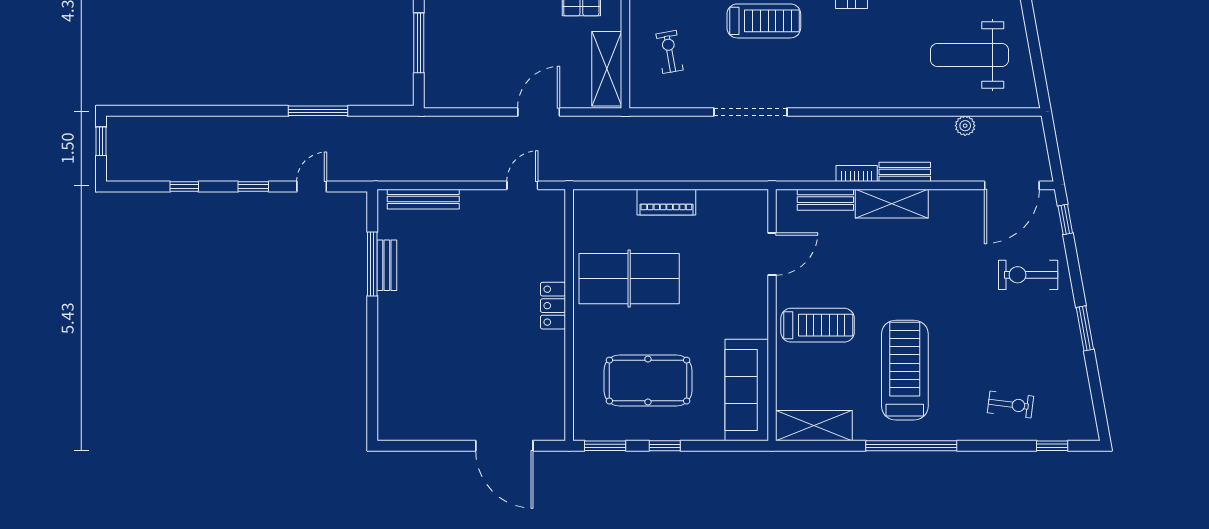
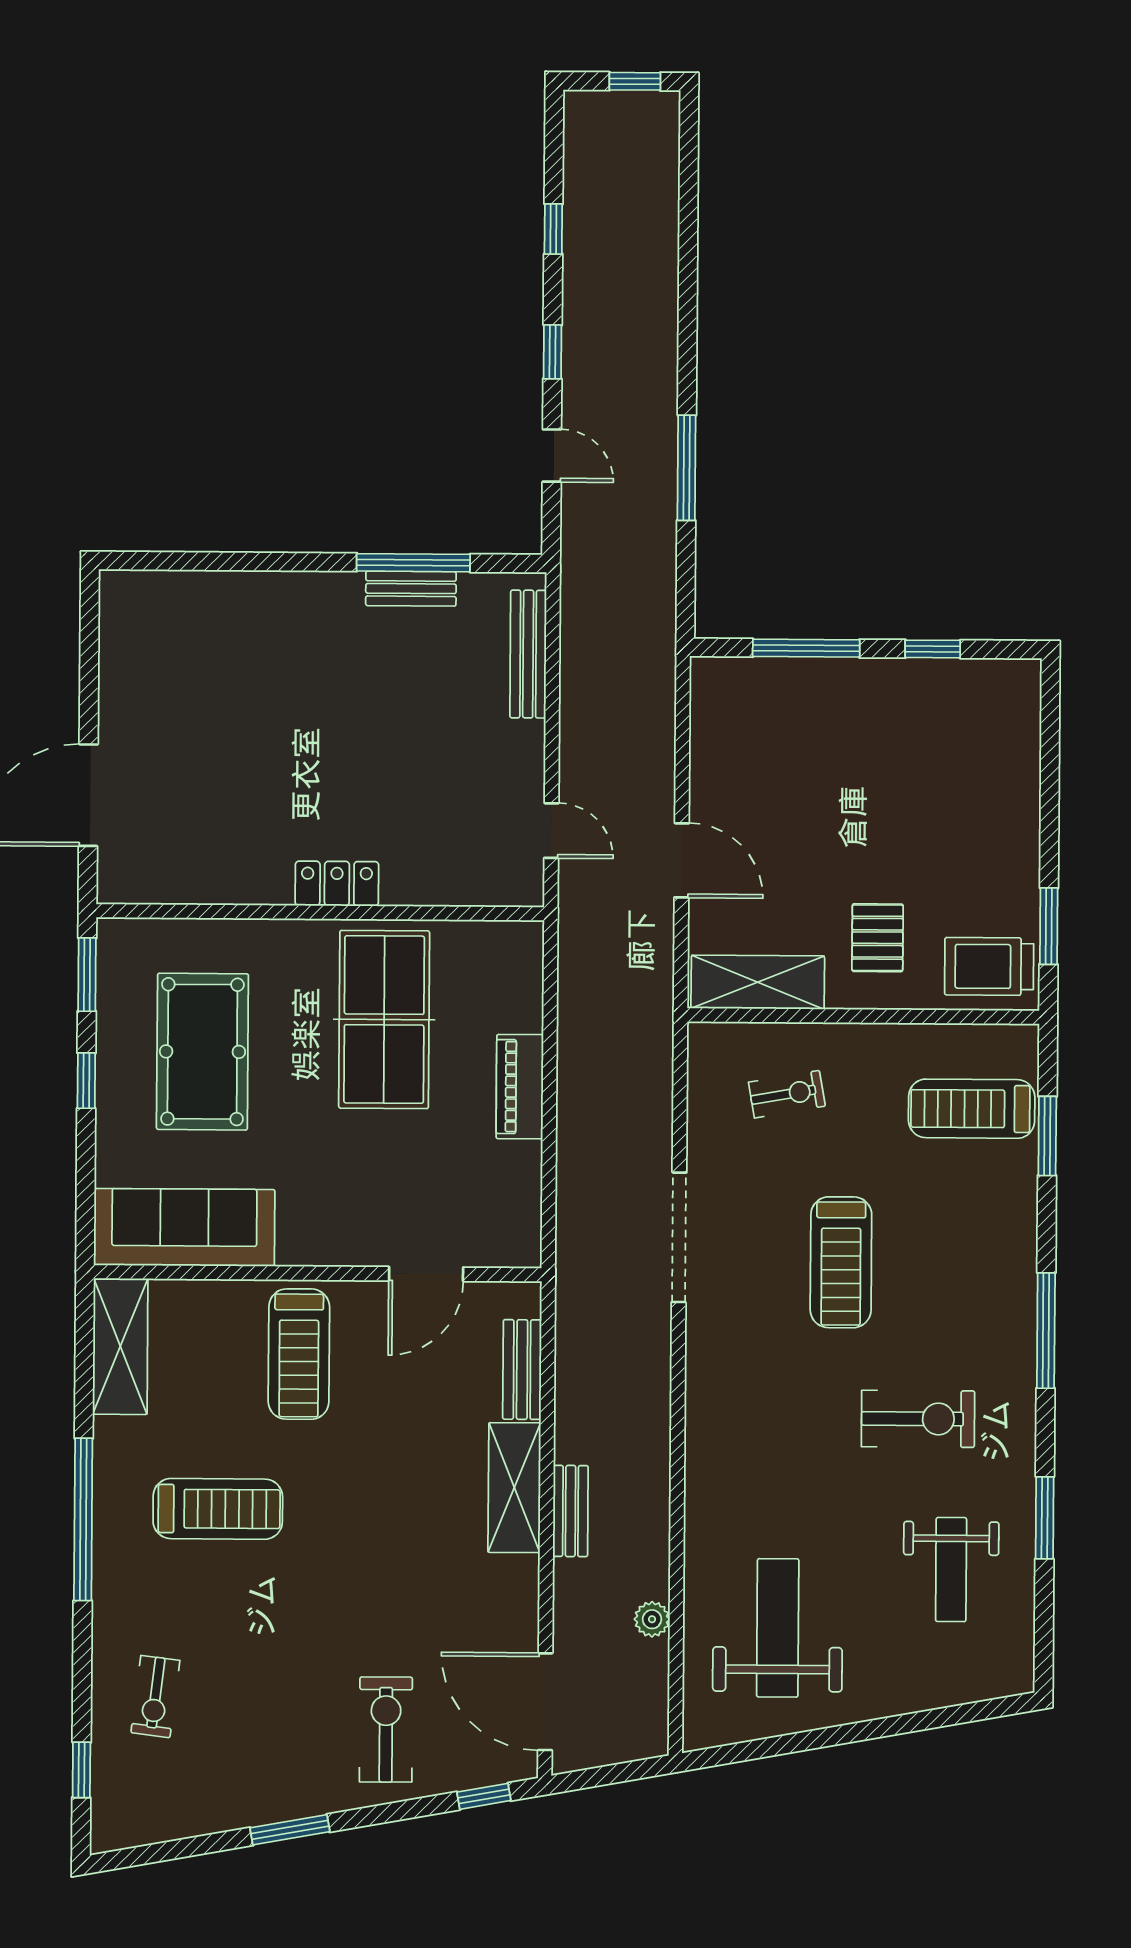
bookcase: (857, 173) -> (568, 1426), removed
door: (772, 254) -> (426, 1274), hinge flipped
treadmill: (905, 370) -> (218, 1509), width x0.73, depth x0.73

